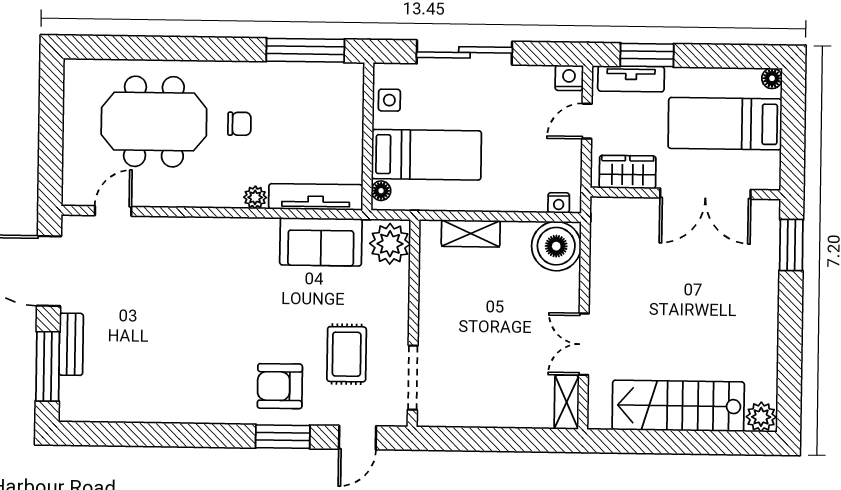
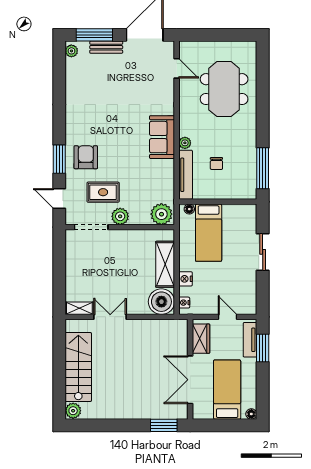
sliding door: (464, 52) -> (263, 252), width x0.73
nightstand: (569, 78) -> (186, 279), moved, turned 180
side table: (389, 100) -> (237, 213), removed
chair: (239, 124) -> (216, 164), moved
shelving: (471, 233) -> (165, 264), width x1.50, depth x1.33
sofa: (321, 242) -> (162, 137), moved
plant: (393, 322) -> (120, 216), added
plant: (77, 410) -> (71, 51), added

